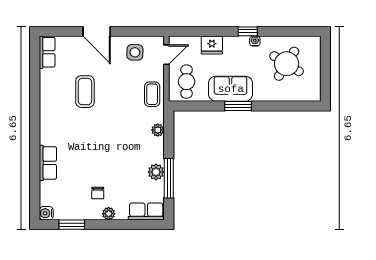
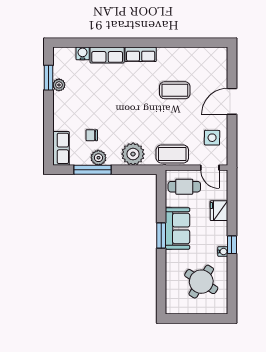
row of seats: (47, 52) -> (141, 54), moved
coffee table: (152, 94) -> (172, 154), width x1.36, depth x1.30
plant: (158, 130) -> (133, 154), width x1.88, depth x1.88
chair: (98, 193) -> (92, 135), moved
water cooler: (46, 213) -> (83, 53), moved
plant: (109, 214) -> (59, 85), moved

